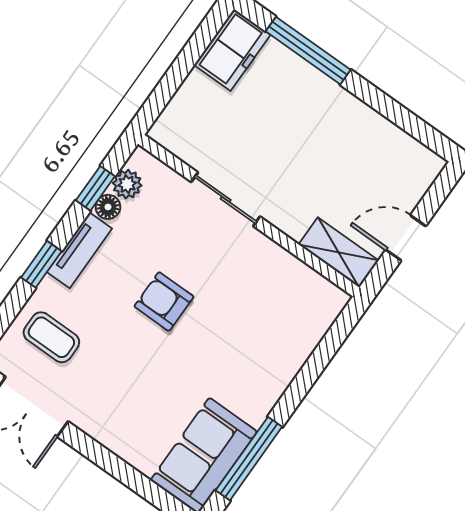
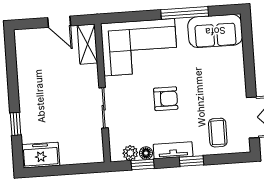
window: (308, 51) -> (16, 124), width x0.46
armchair: (164, 302) -> (166, 99), turned -90
corner sofa: (272, 325) -> (139, 47), added
window: (249, 459) -> (185, 13), moved

